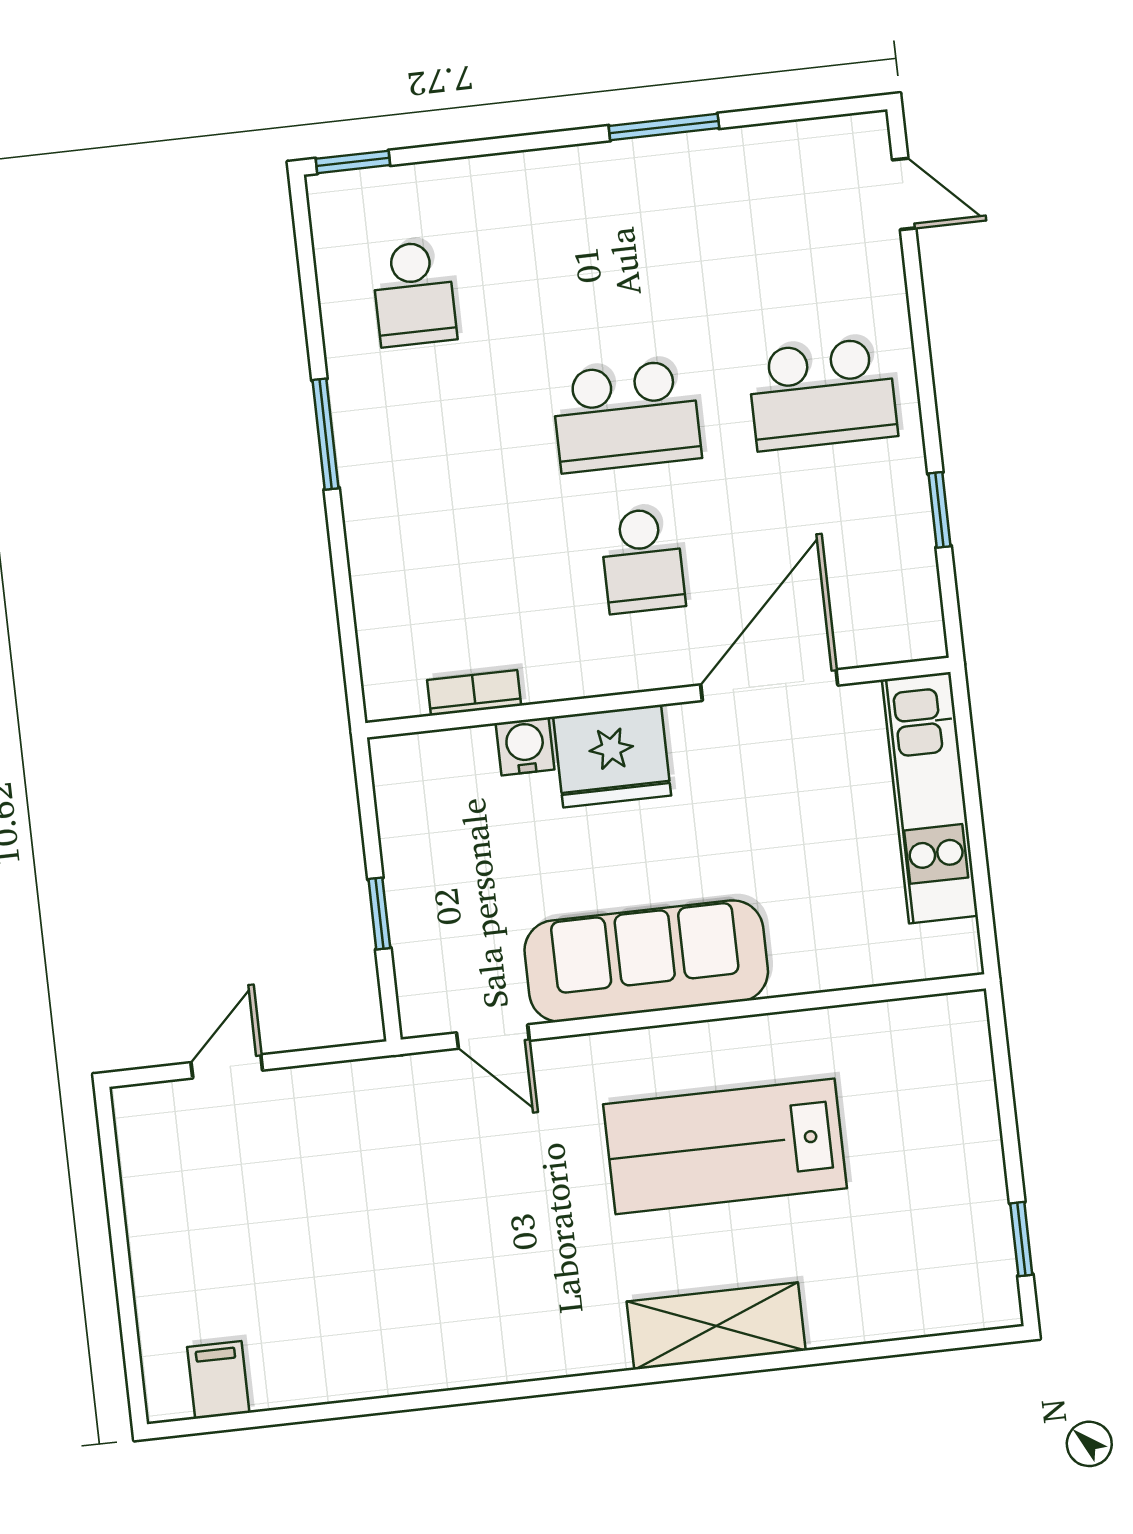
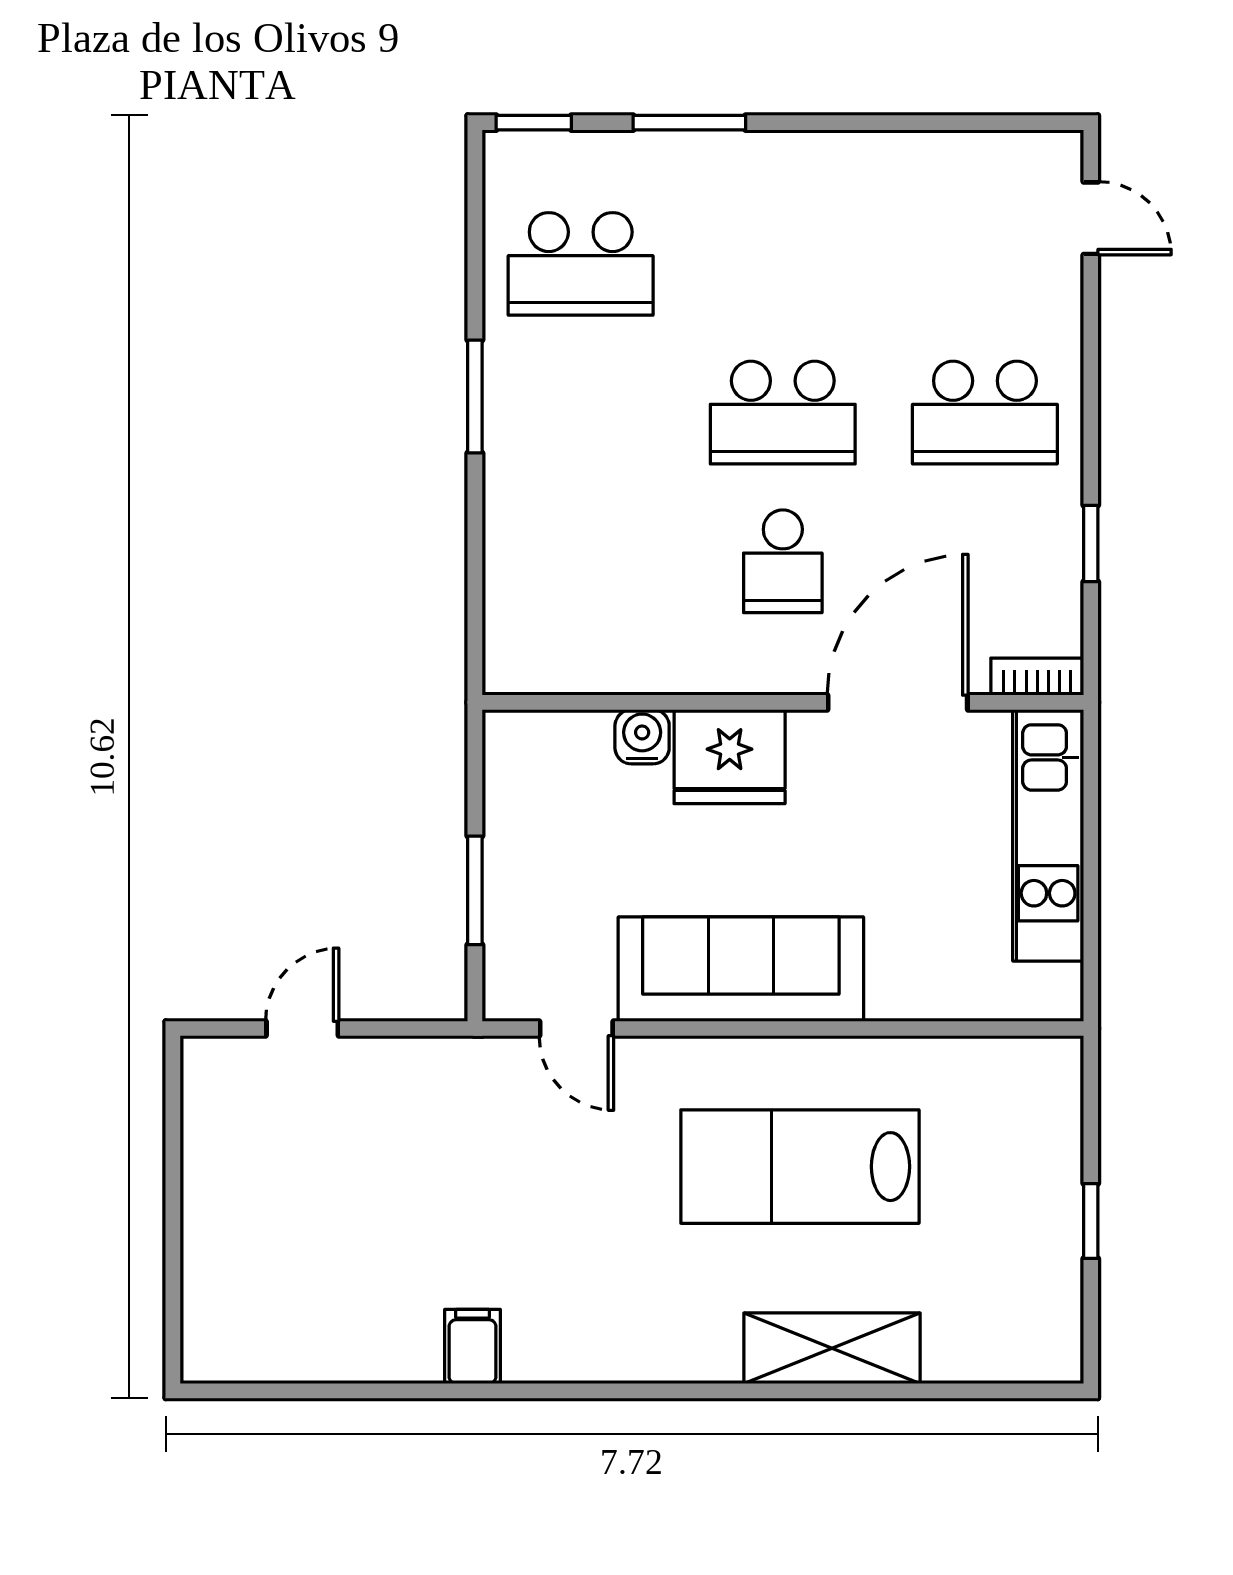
window: (664, 127) -> (689, 123), moved
school desk: (414, 294) -> (581, 264), width x1.85
bookcase: (474, 693) -> (1037, 677), moved
window: (379, 914) -> (475, 890), width x1.50
window: (1021, 1239) -> (1091, 1221), moved
shelving: (716, 1326) -> (832, 1348), moved
filing cabinet: (218, 1380) -> (473, 1346), moved

